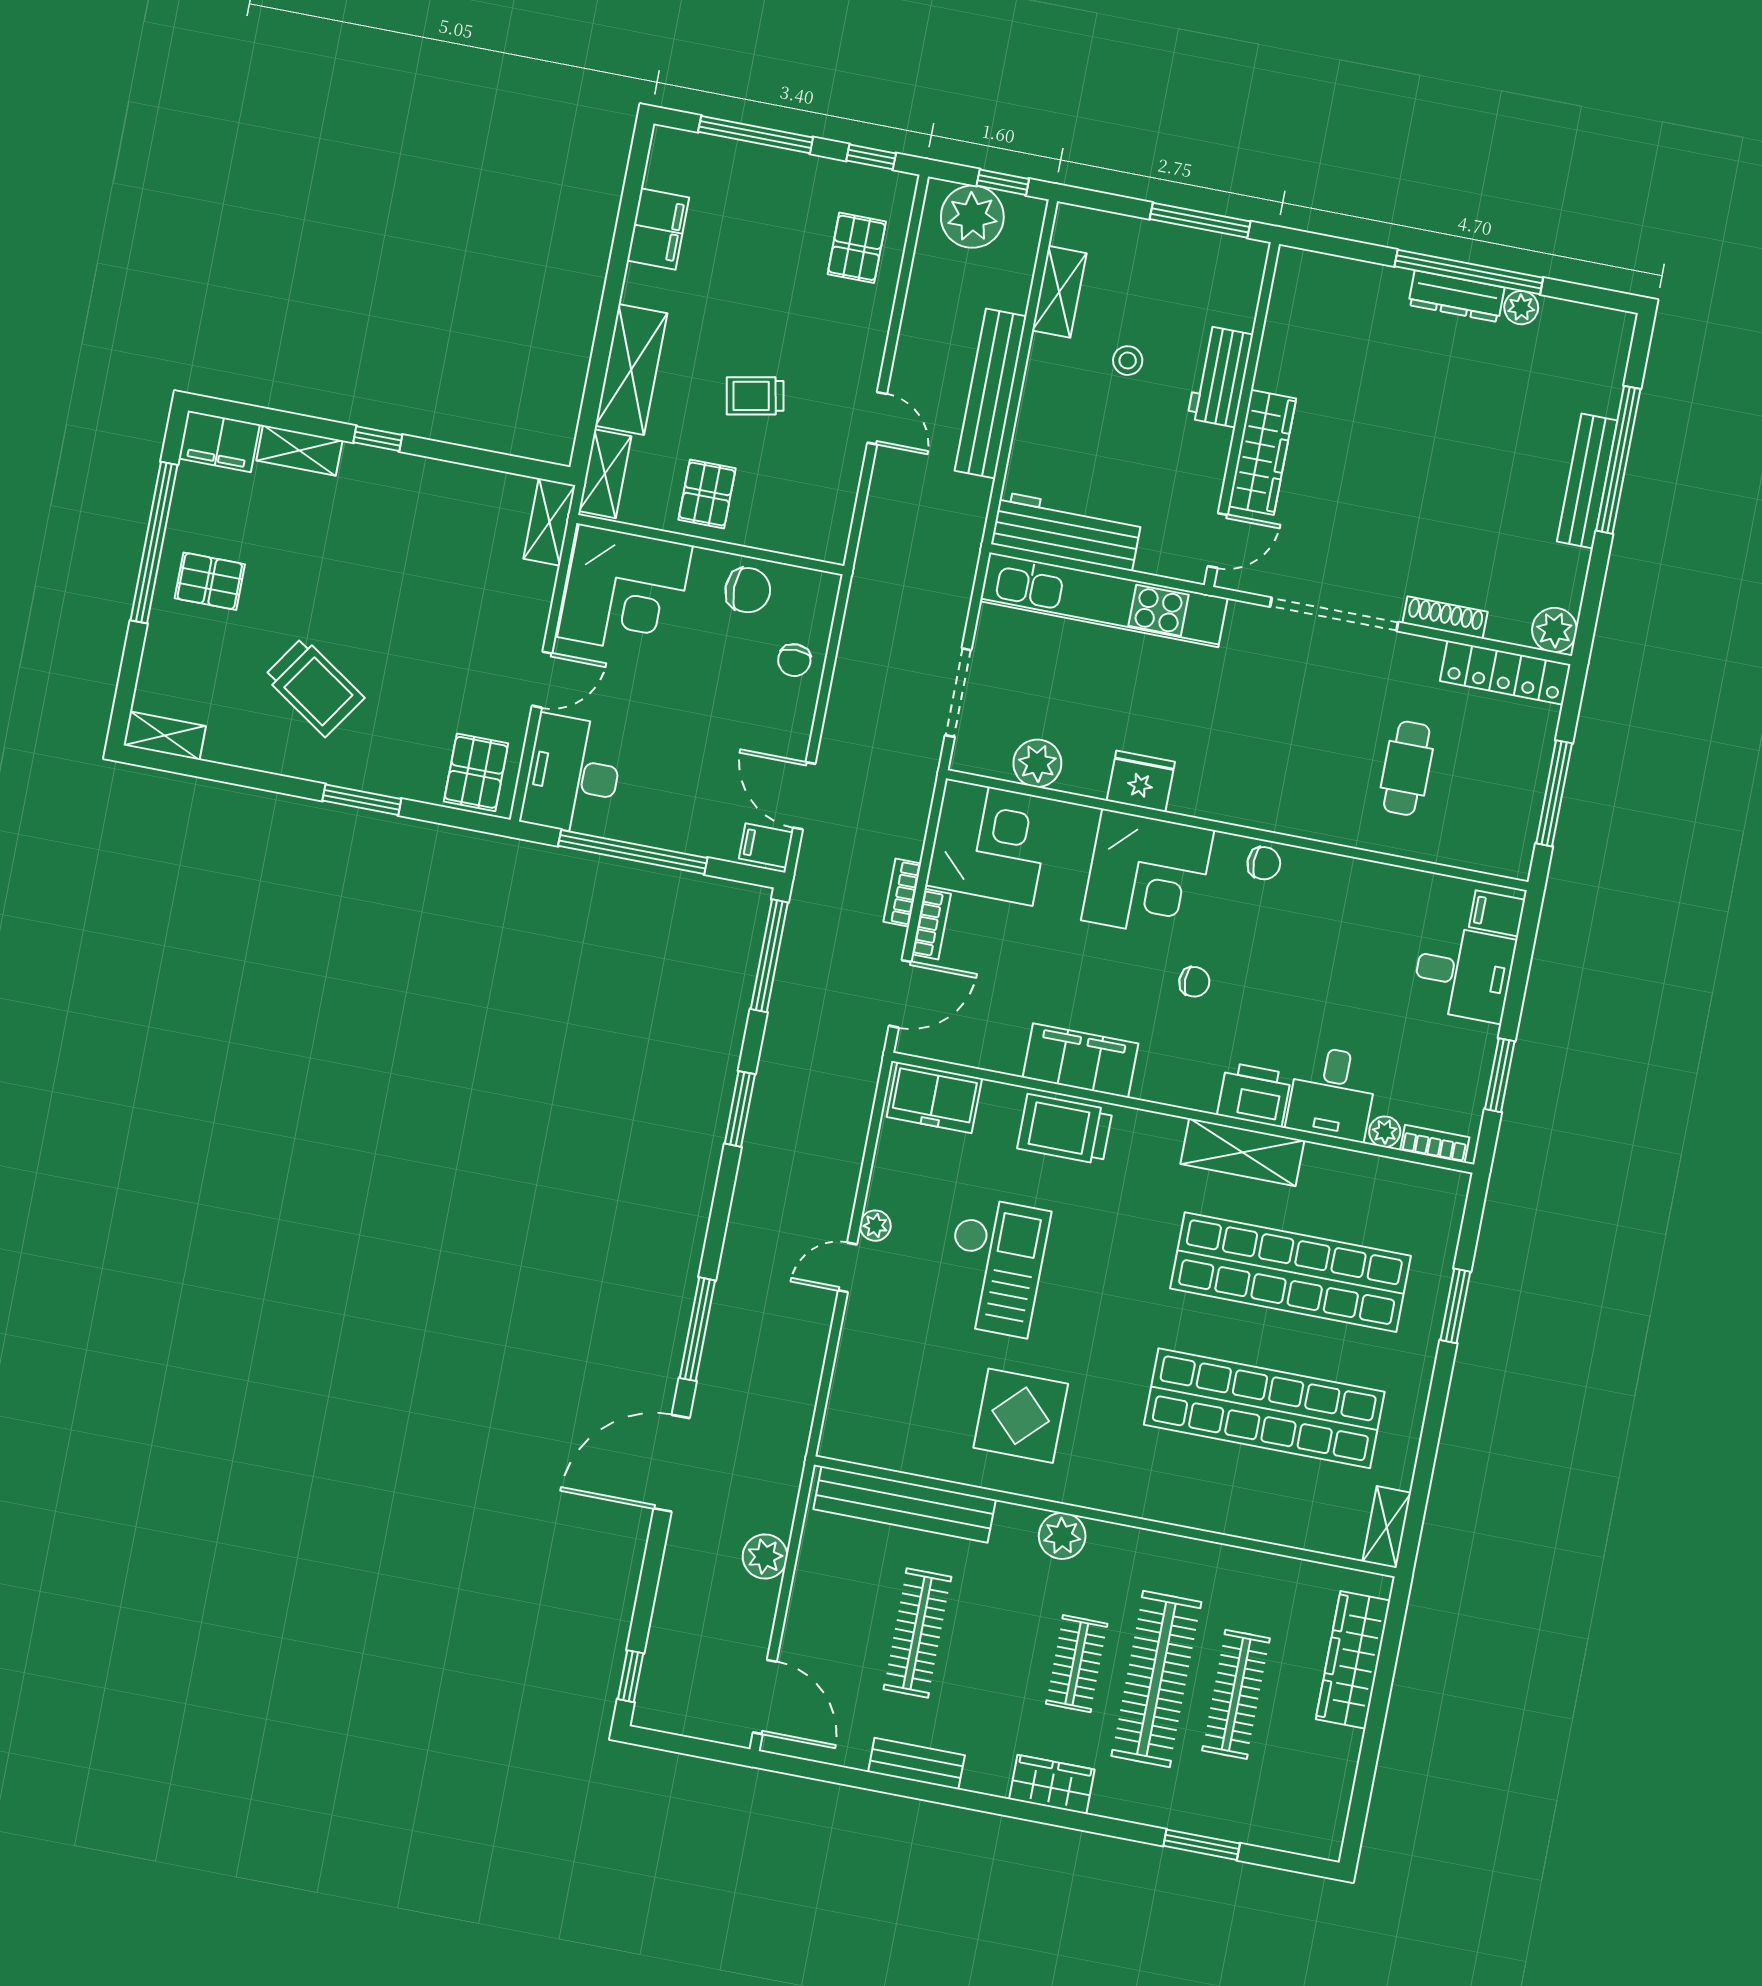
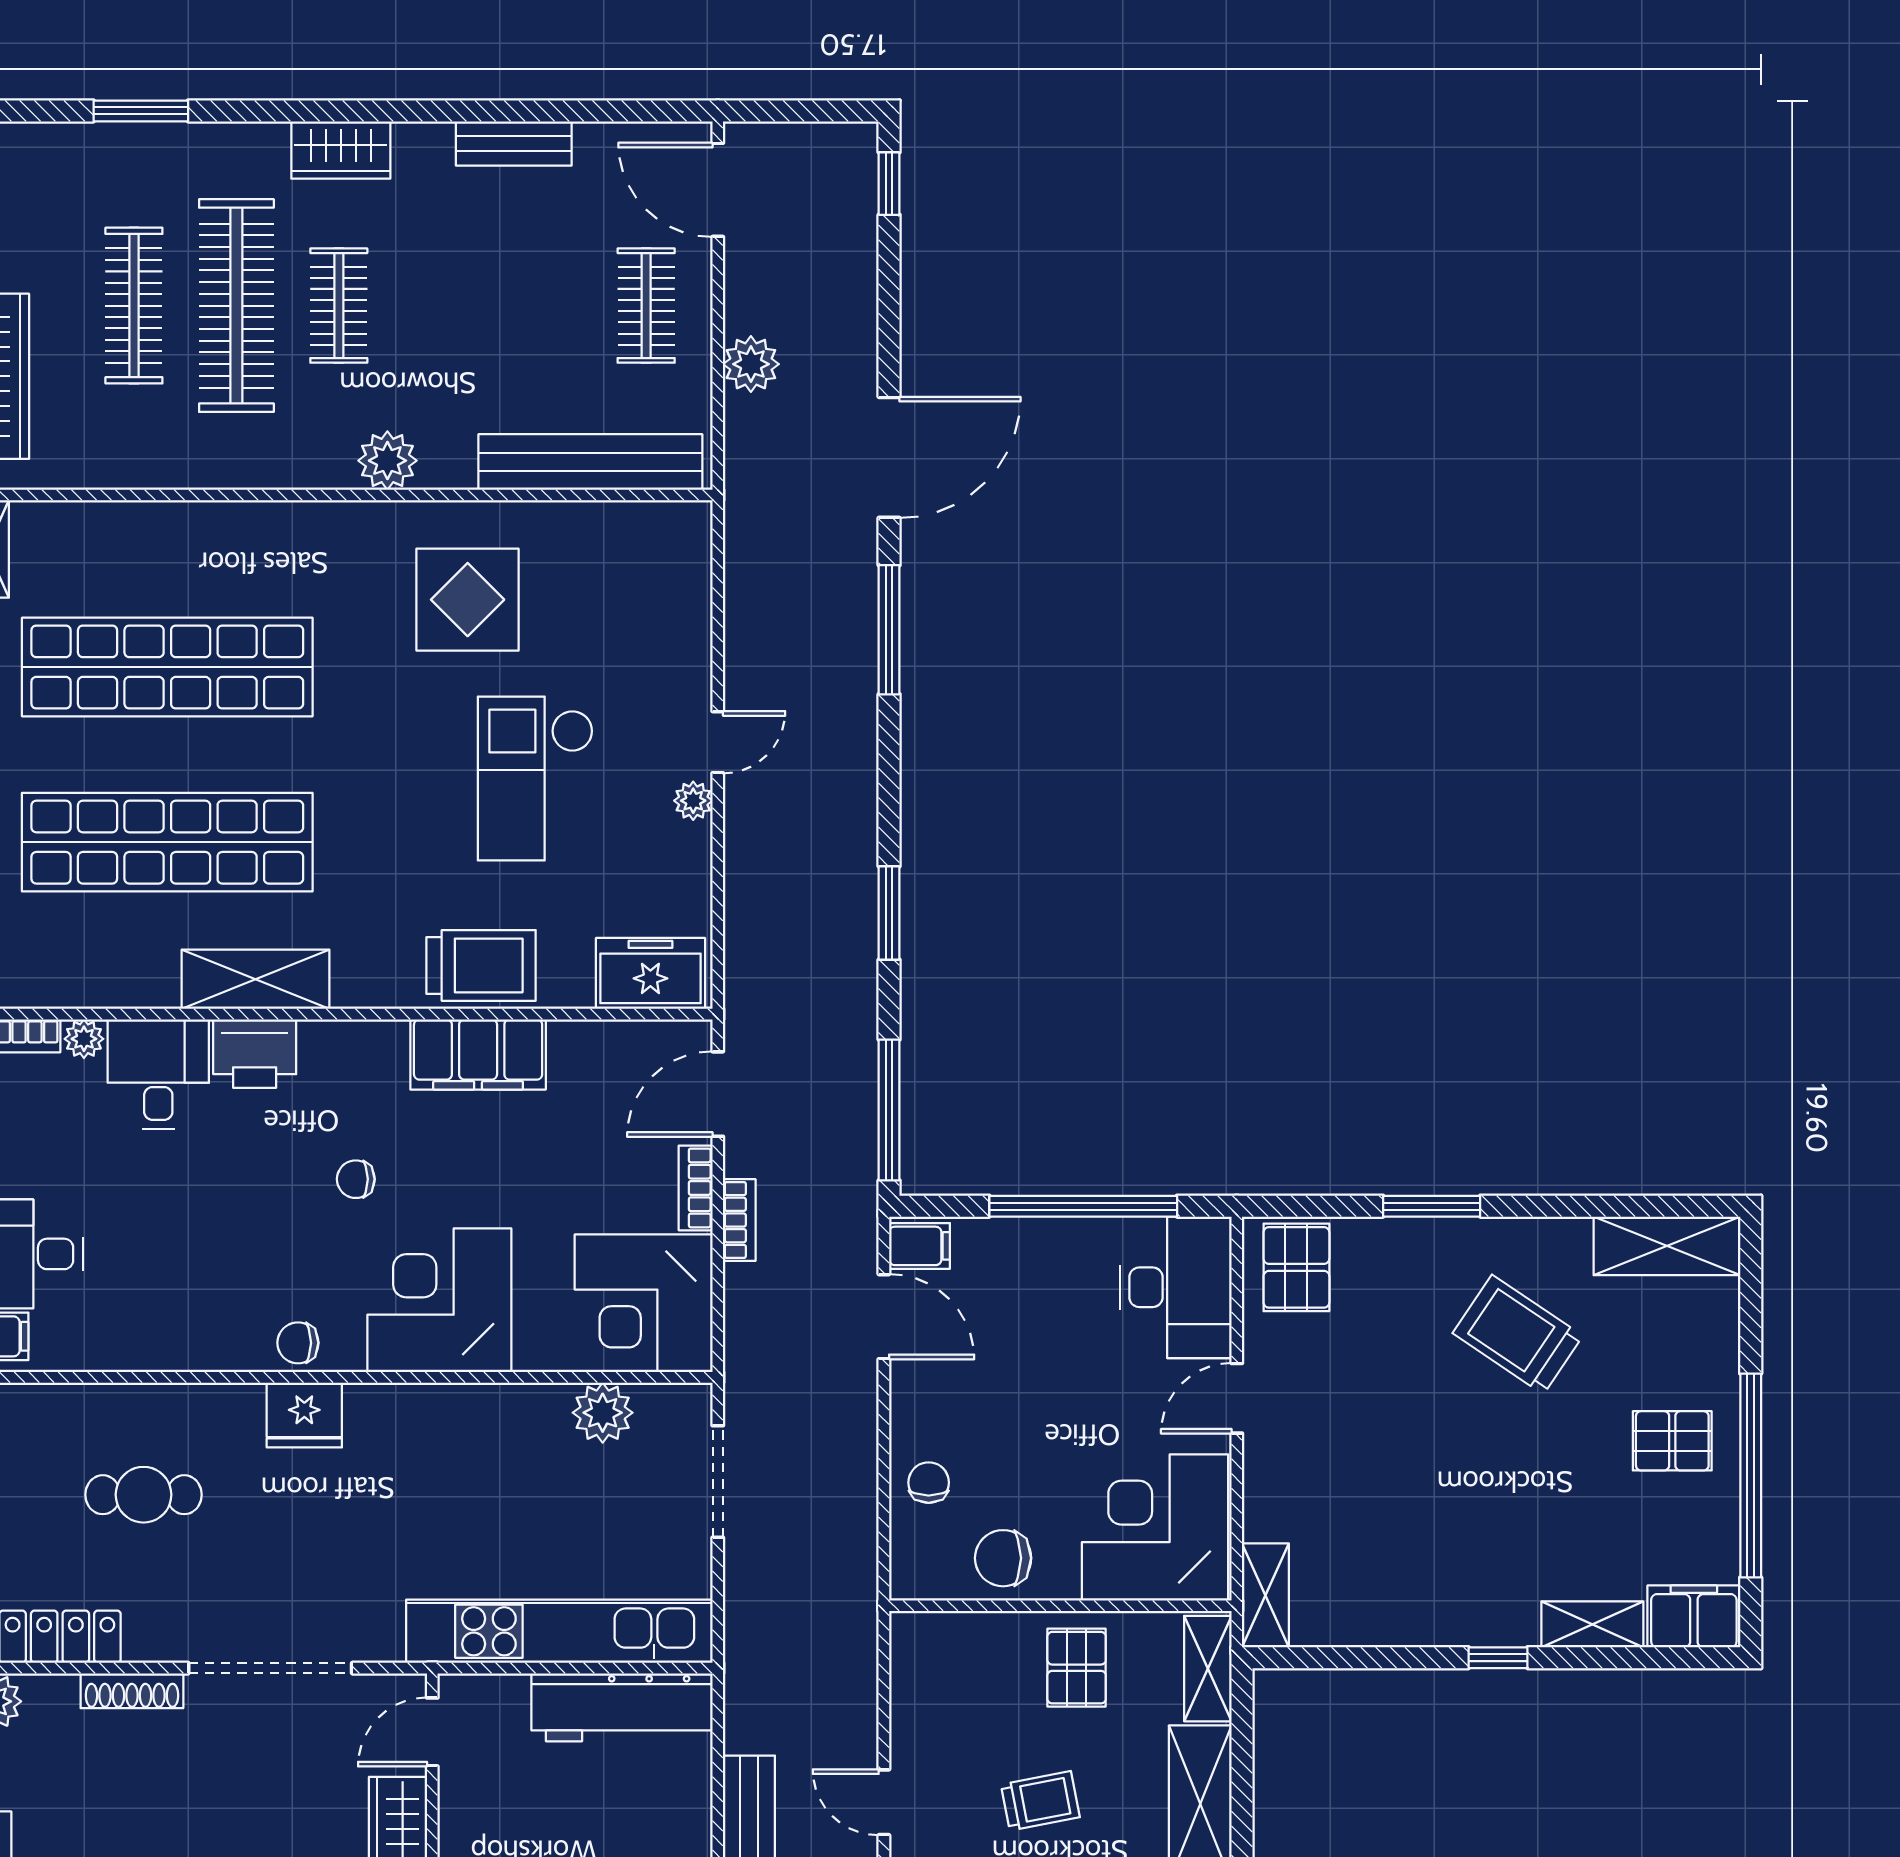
shelving: (165, 736) -> (1667, 1246), width x1.50, depth x1.33
cafe table: (1407, 768) -> (143, 1495), turned 90
fridge: (1141, 781) -> (304, 1415), moved
clothes rail: (917, 1633) -> (646, 306), moved, width x0.73

